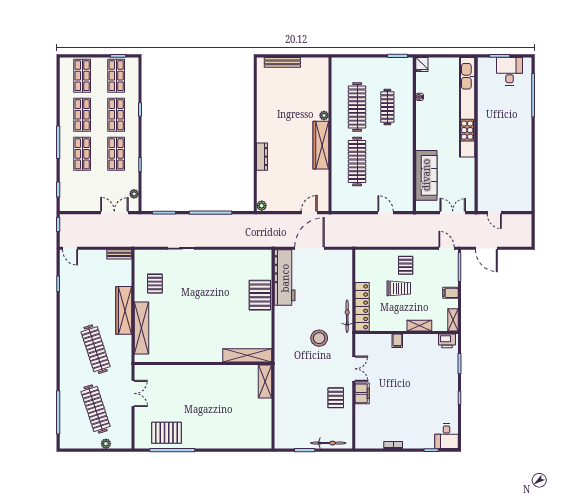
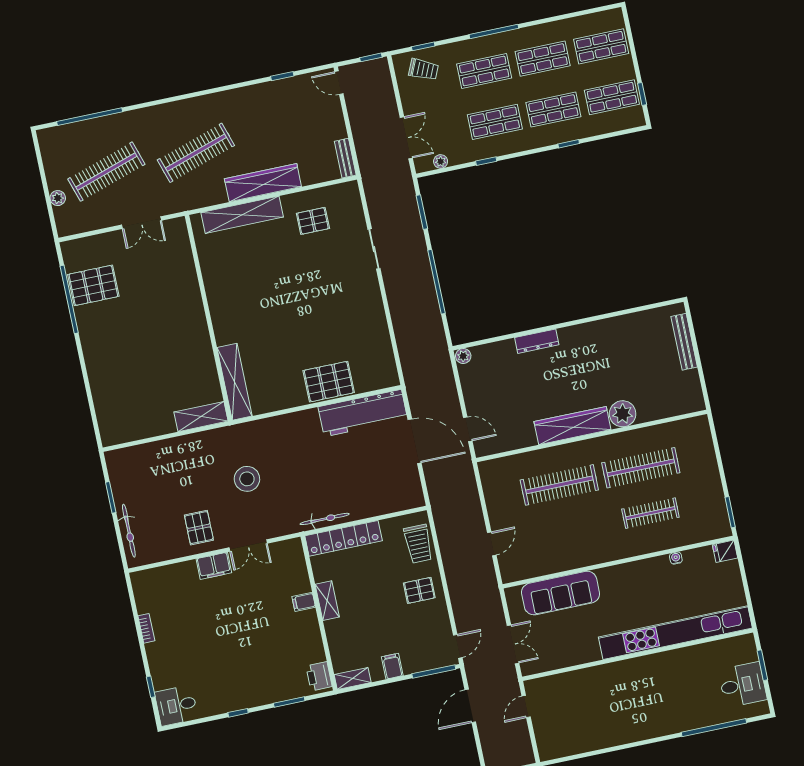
plant: (324, 115) -> (623, 414), width x1.88, depth x1.88
trolley: (73, 192) -> (424, 69), added
door: (70, 248) -> (339, 83), hinge flipped
trolley: (399, 288) -> (418, 544), moved
shelving: (419, 326) -> (327, 601), moved
stool: (319, 338) -> (247, 479), moved
pallet: (336, 398) -> (199, 528), turned 90
pallet: (167, 433) -> (93, 285), turned 90

